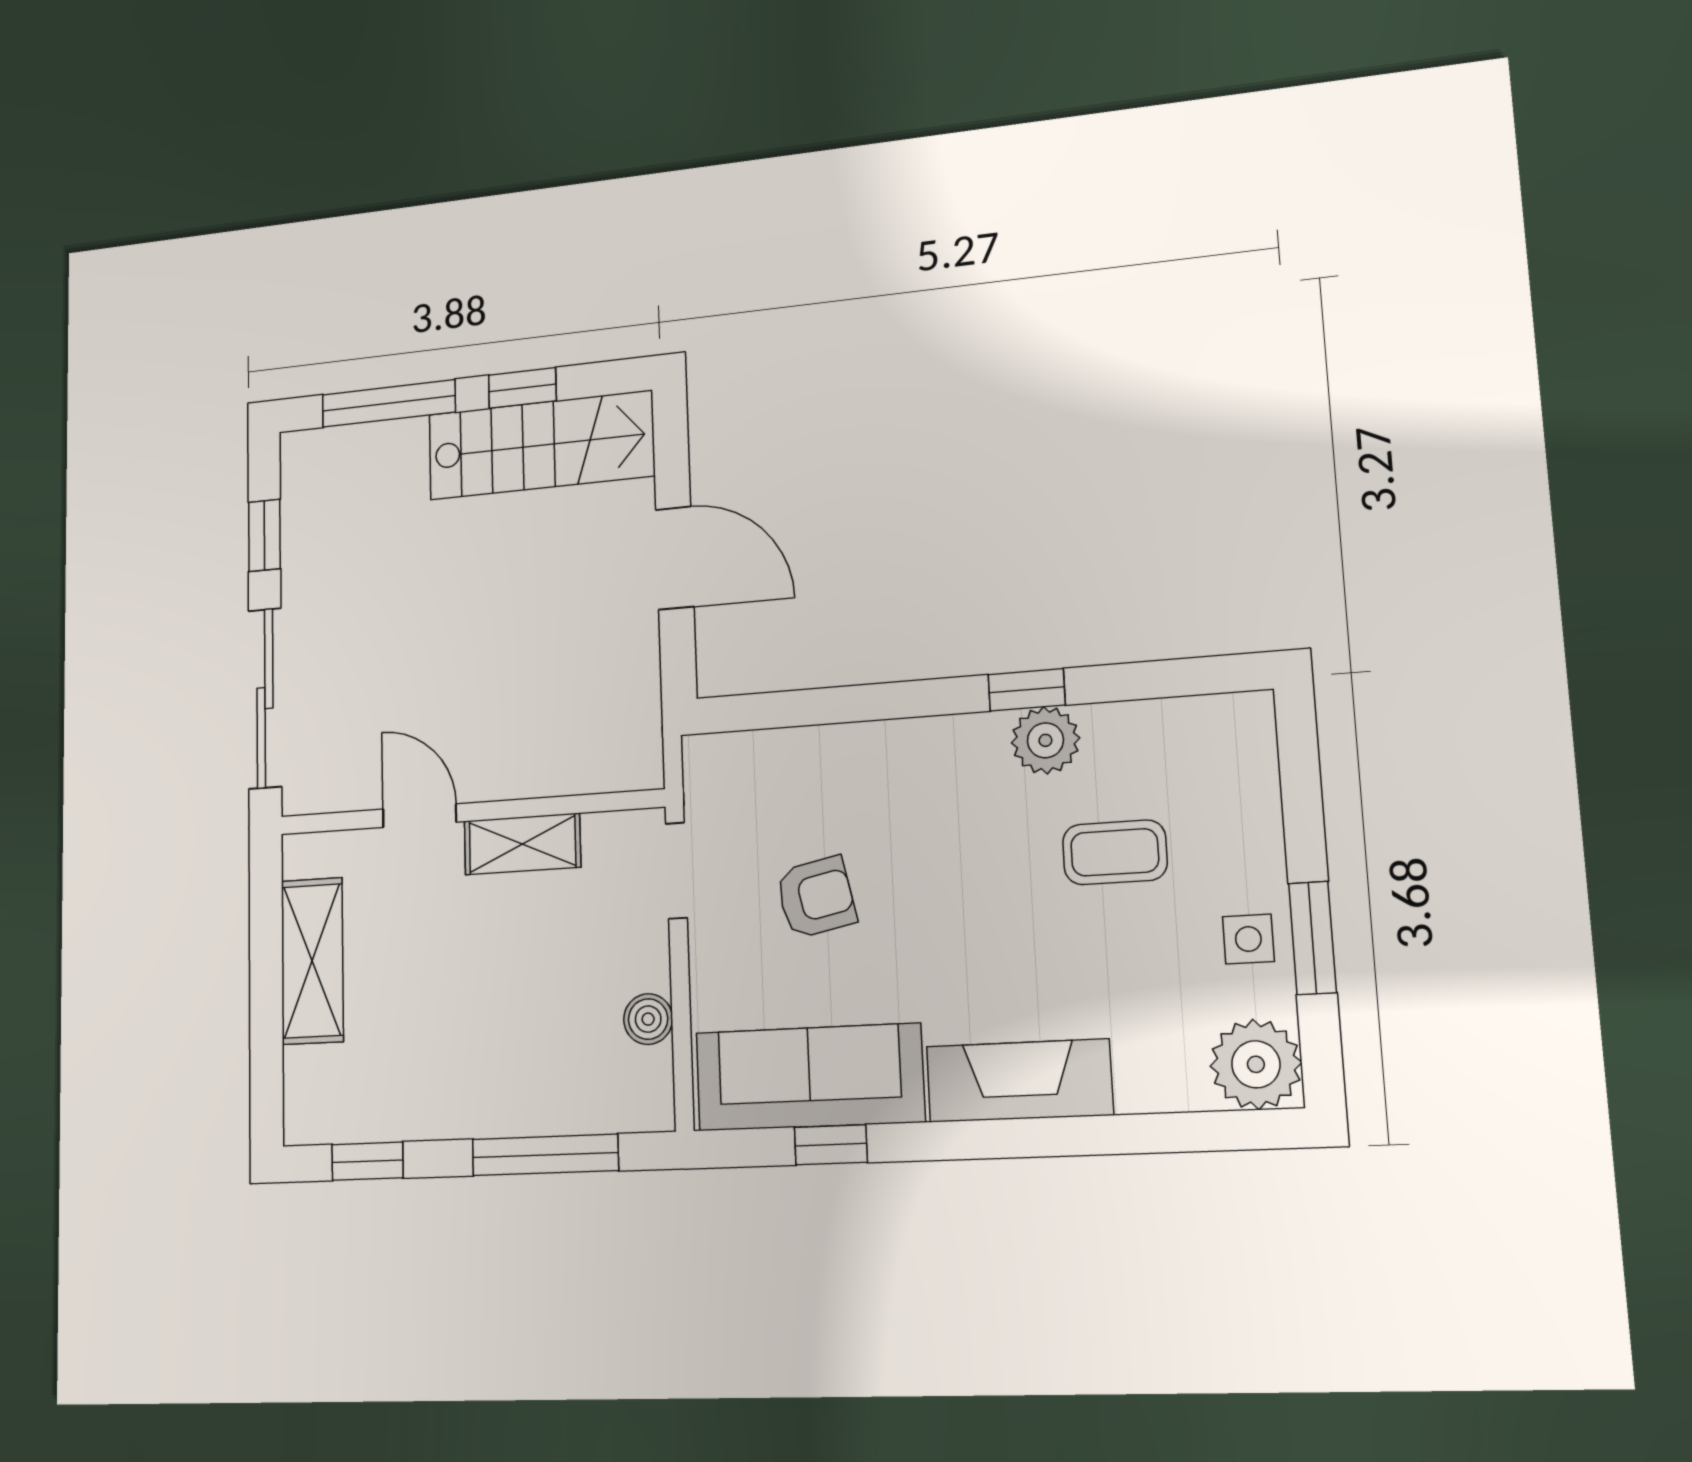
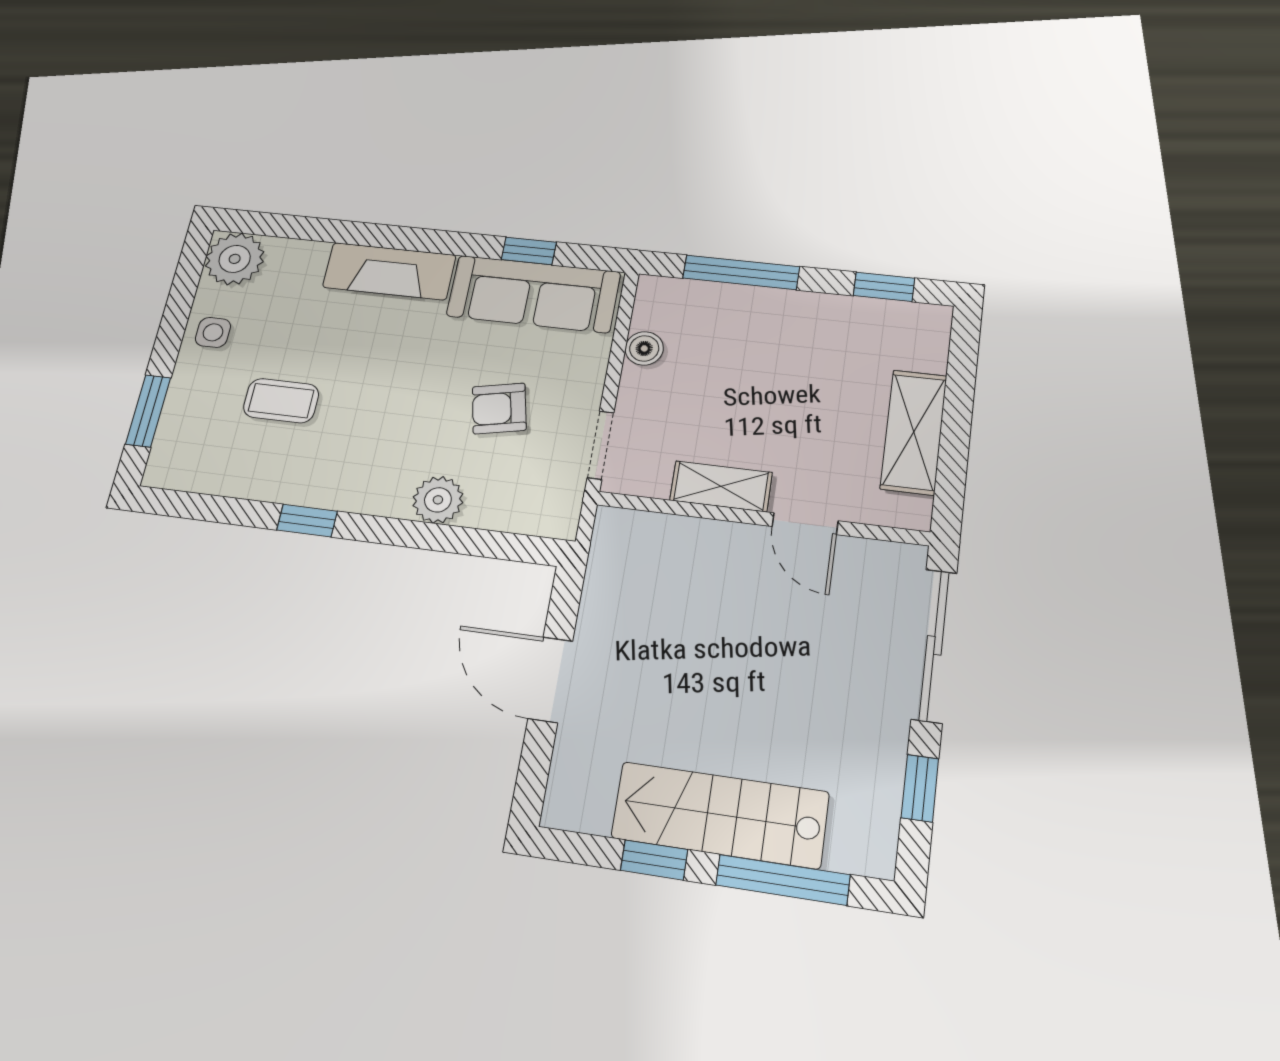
stairs: (541, 445) -> (720, 815), moved
plant: (1045, 740) -> (438, 500), moved
window: (1313, 938) -> (148, 411), moved

